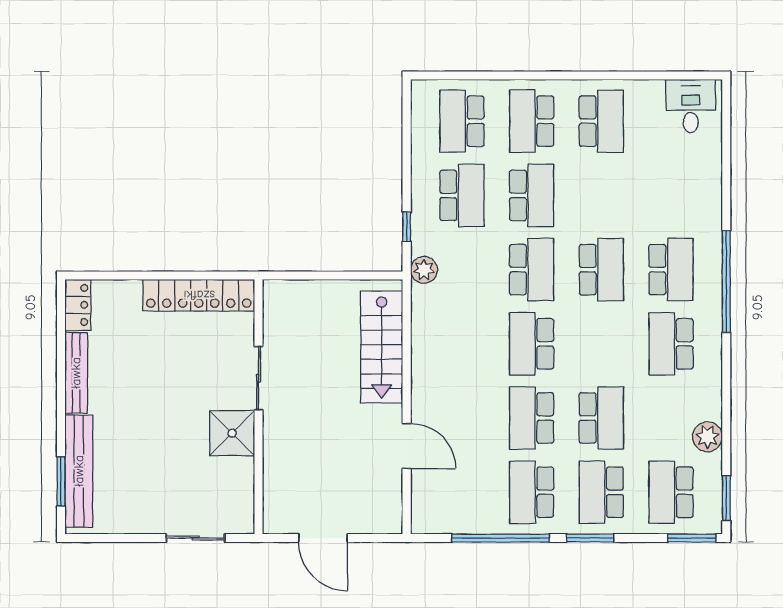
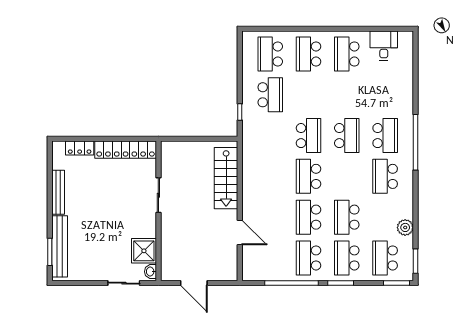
desk: (691, 106) -> (384, 46), moved
school desk: (601, 121) -> (347, 54), turned 180
school desk: (532, 195) -> (309, 95), removed
plant: (424, 270) -> (249, 136), removed
locker: (78, 305) -> (80, 148), moved, turned 90
school desk: (601, 418) -> (347, 217), turned 180
shower: (232, 433) -> (144, 251), moved
washbasin: (244, 517) -> (150, 272), added

